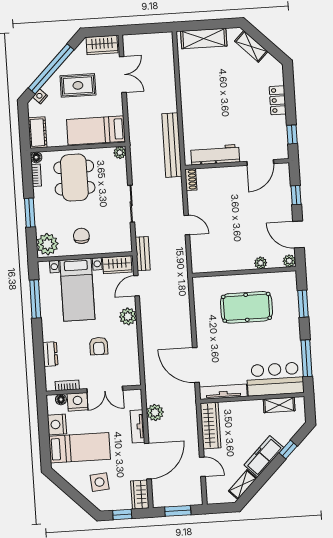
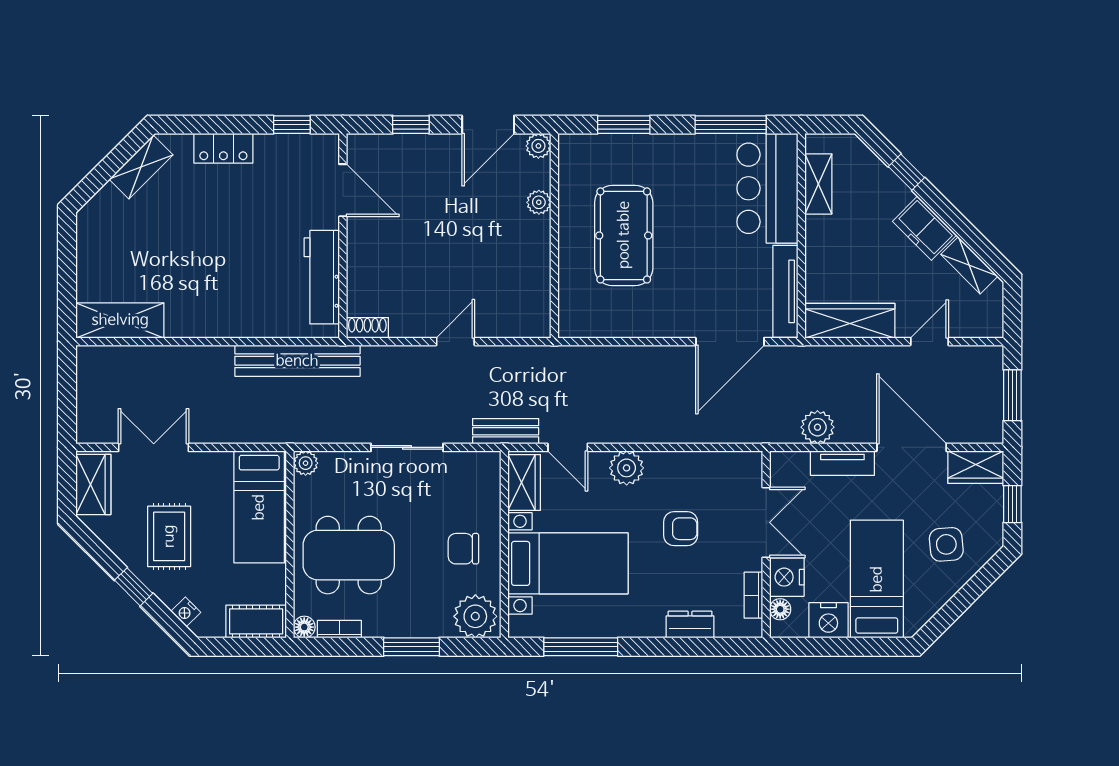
shelving: (204, 38) -> (120, 320), moved, turned 90
shelving: (251, 46) -> (141, 167), moved
window: (51, 69) -> (134, 587), width x0.32
freezer: (264, 456) -> (925, 228), width x0.71

